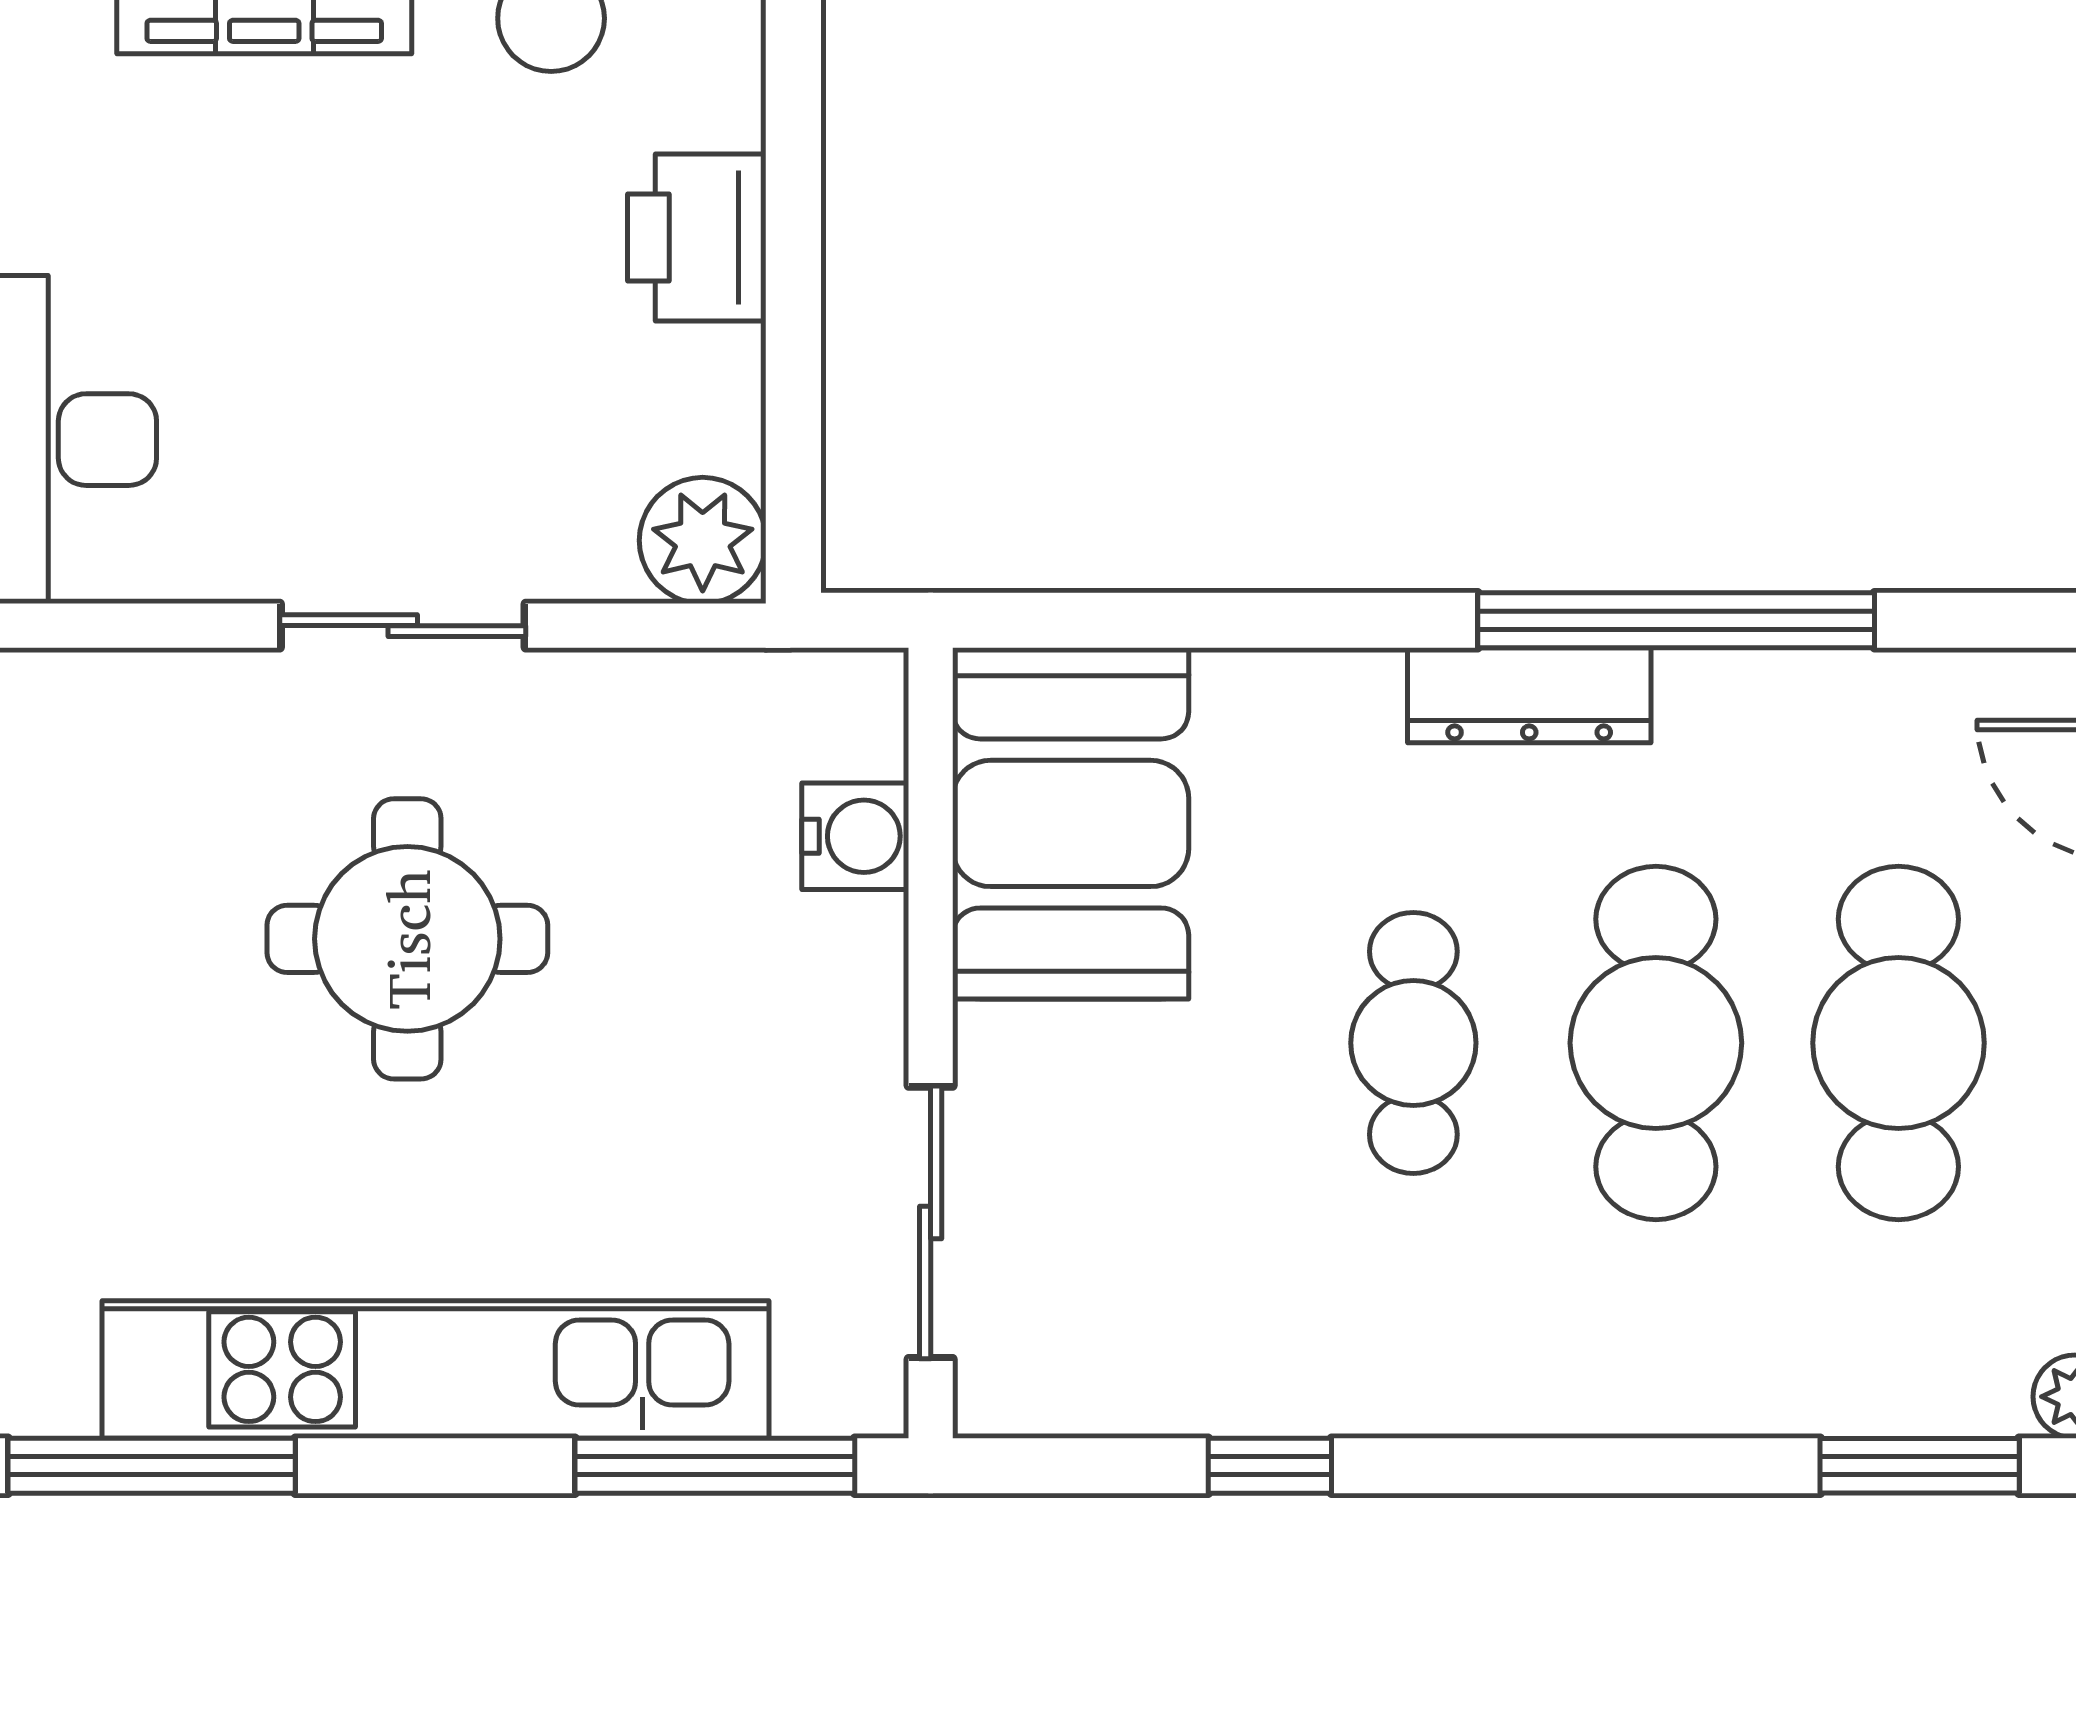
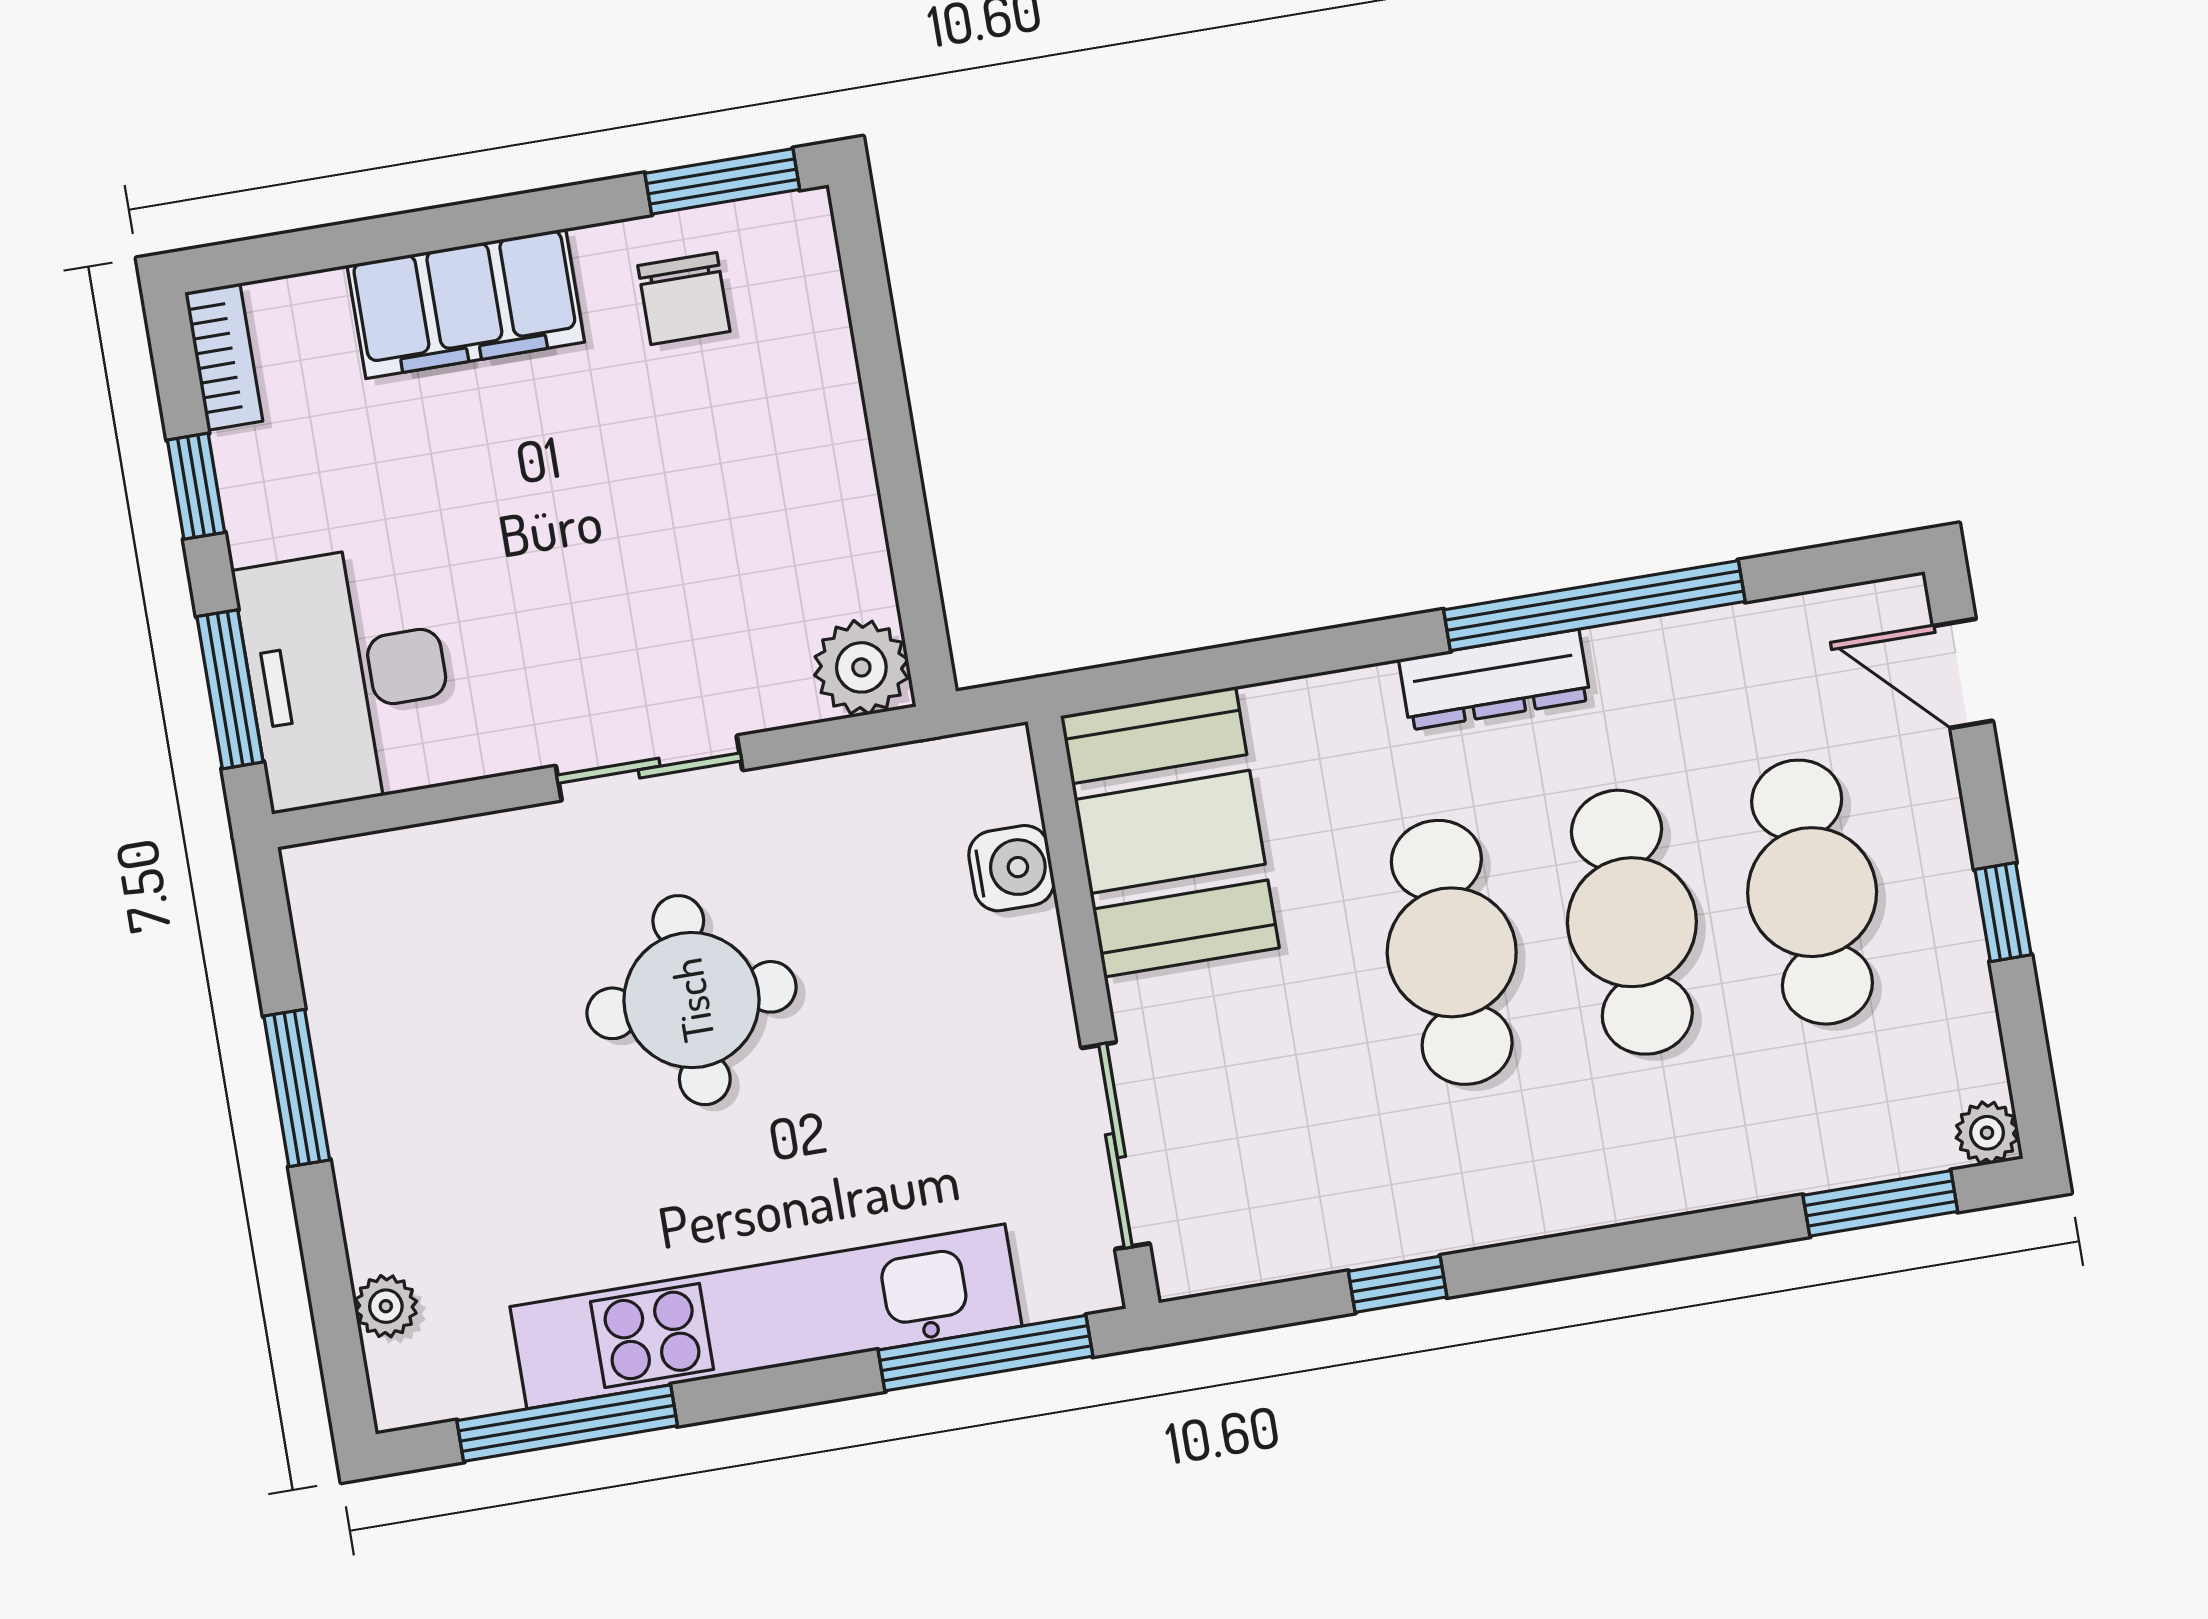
printer: (697, 238) -> (819, 443), removed
cafe table: (1413, 1043) -> (1452, 952), width x1.37, depth x1.35

